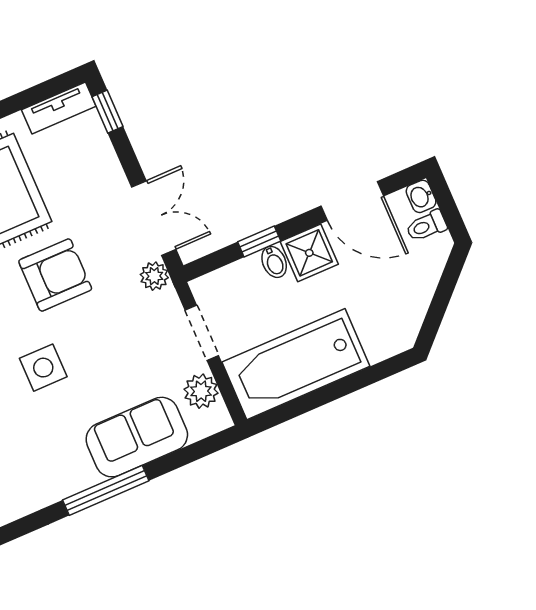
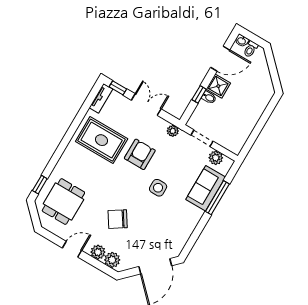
double door: (154, 218) -> (146, 105), moved
bathtub: (296, 364) -> (241, 126), removed
window: (106, 490) -> (217, 198), moved

